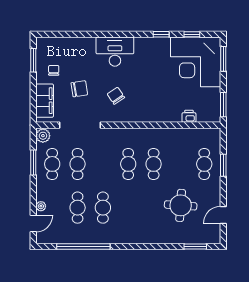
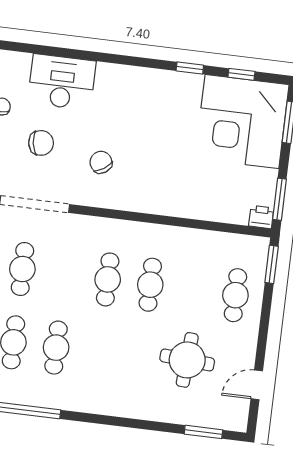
desk: (115, 52) -> (62, 82), moved
printer: (189, 116) -> (261, 217), moved
window: (223, 165) -> (272, 264), moved

